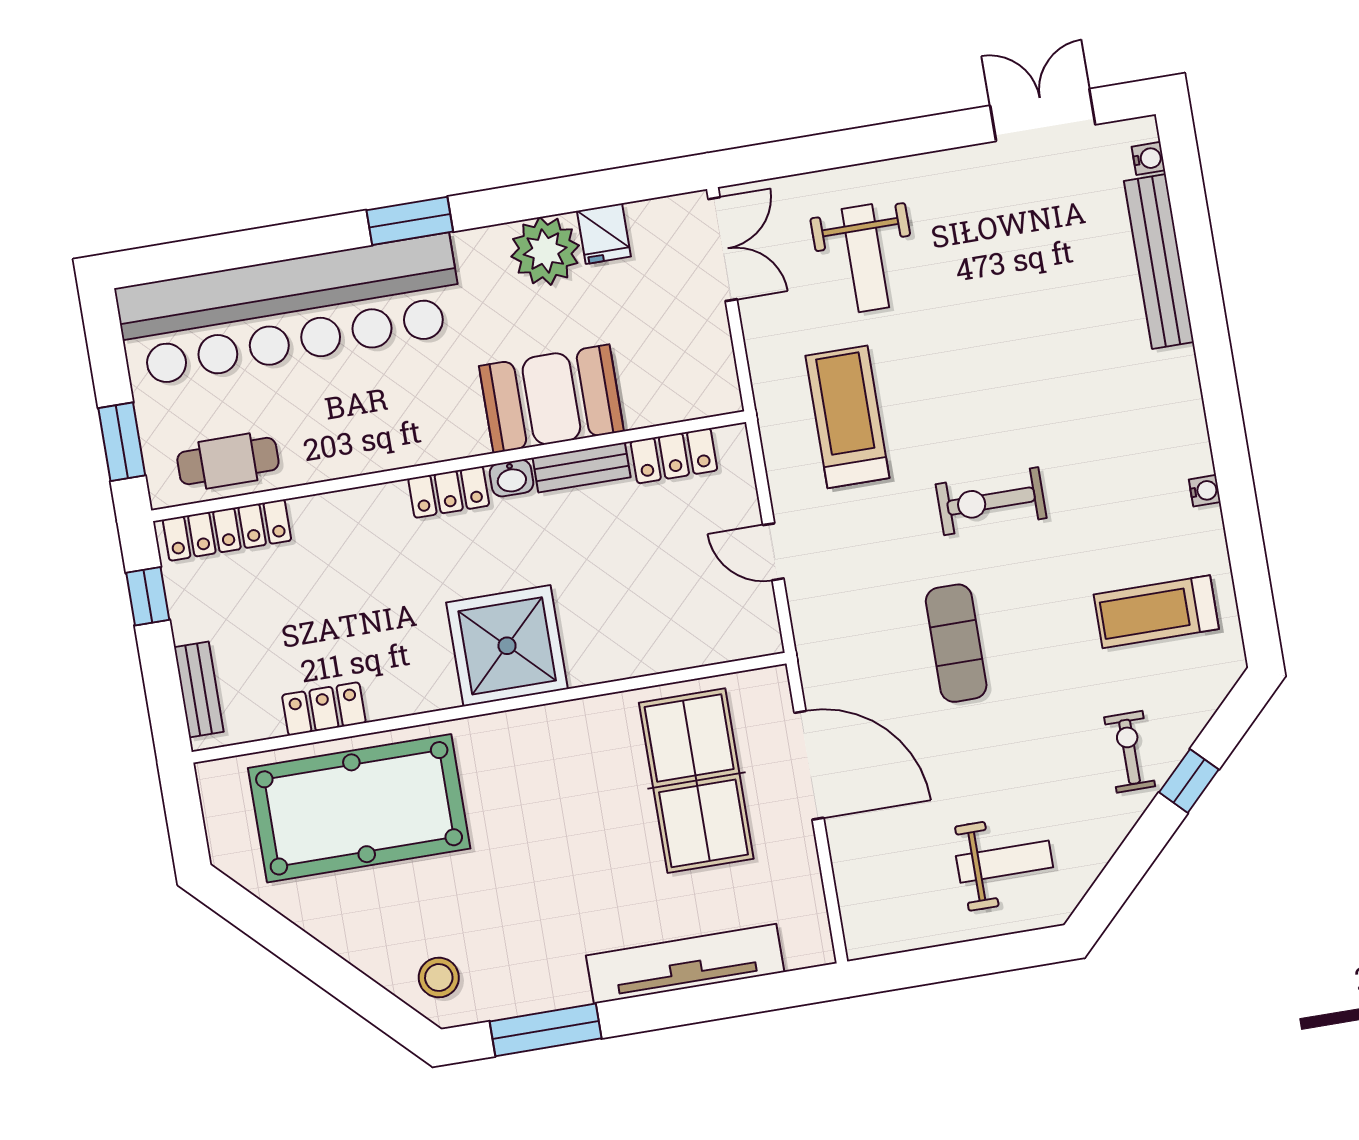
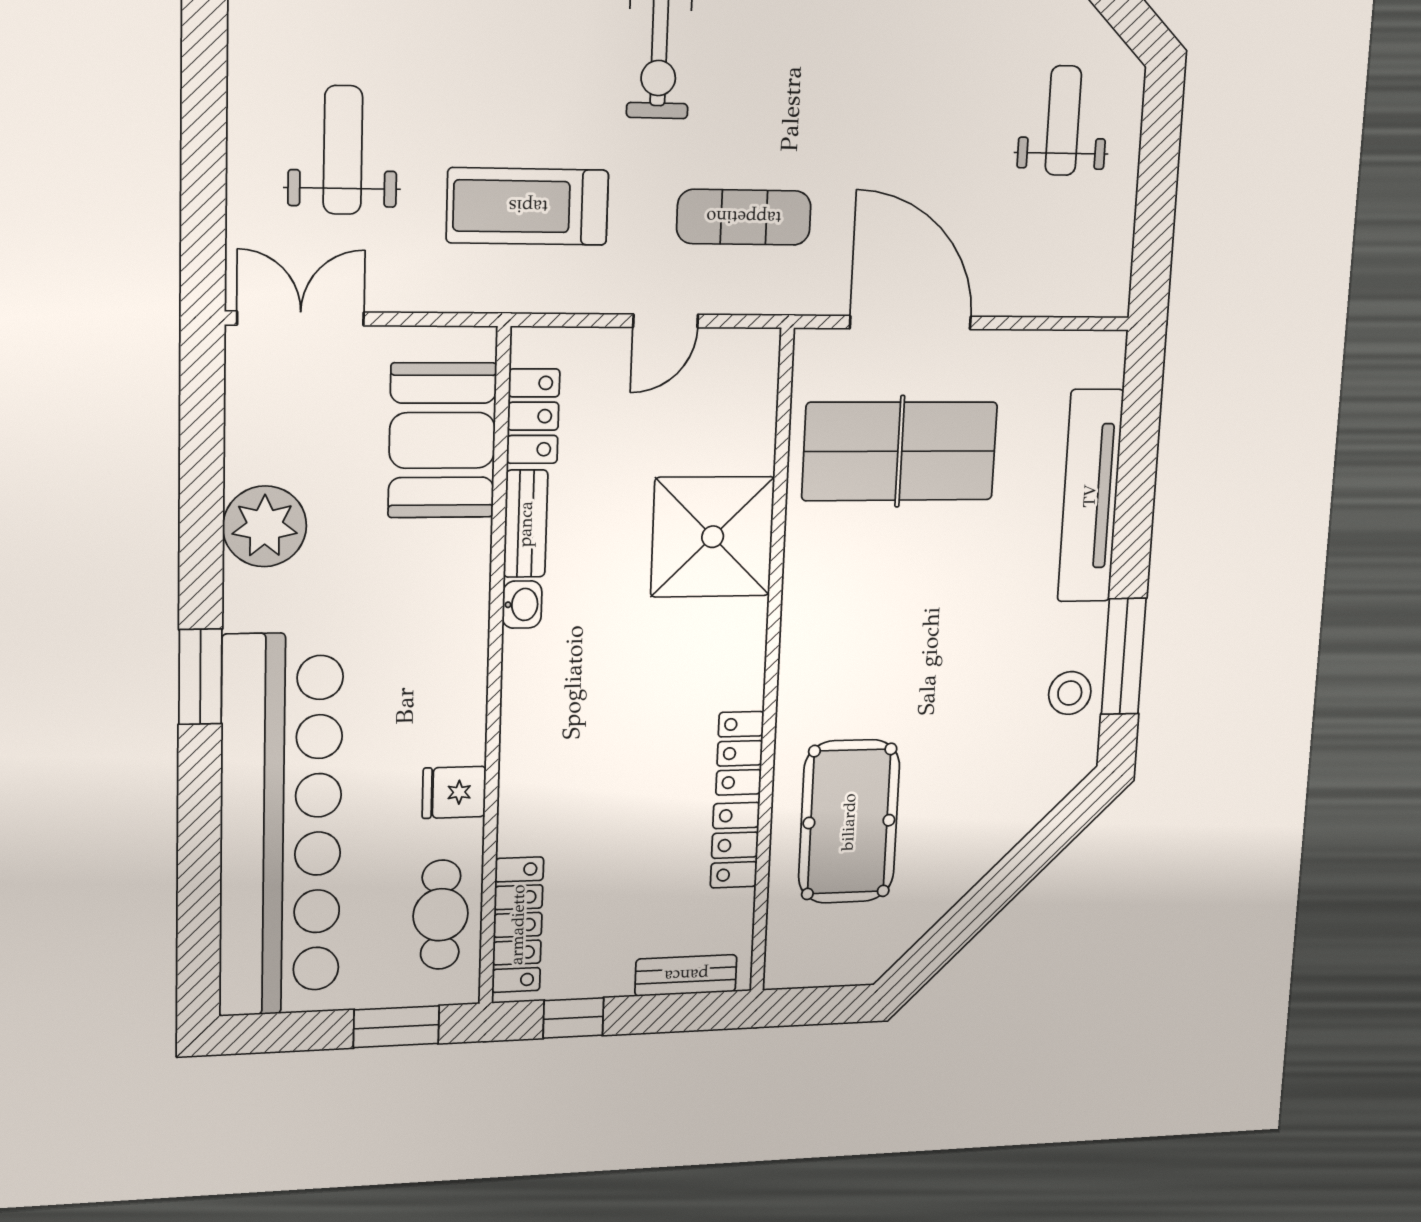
fridge: (604, 234) -> (454, 792), moved, turned 180
weight bench: (865, 258) -> (343, 150), turned -90
booth: (551, 399) -> (442, 440), moved
locker: (449, 492) -> (740, 753), moved, turned 180
exercise mat: (956, 643) -> (744, 217), moved
shower: (507, 646) -> (713, 537), moved
door: (809, 765) -> (911, 322), hinge flipped
pool table: (359, 808) -> (849, 822), width x0.73, depth x0.76
stool: (439, 978) -> (1070, 693), moved

